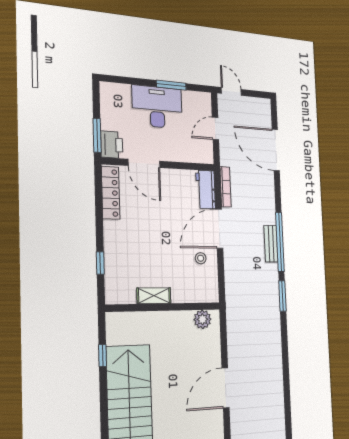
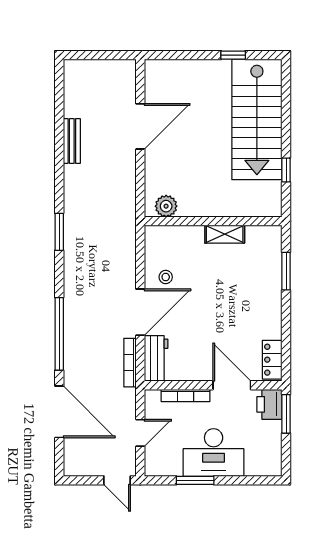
bookcase: (181, 157) -> (186, 395), added
locker: (111, 193) -> (272, 360), width x0.66
window: (280, 242) -> (59, 334), moved
bench: (271, 244) -> (72, 141), moved
window: (100, 263) -> (286, 271), width x1.50

